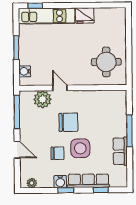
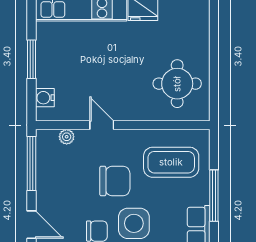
plant: (42, 99) -> (67, 137), width x0.53, depth x0.53
coffee table: (103, 110) -> (171, 162), added

